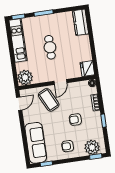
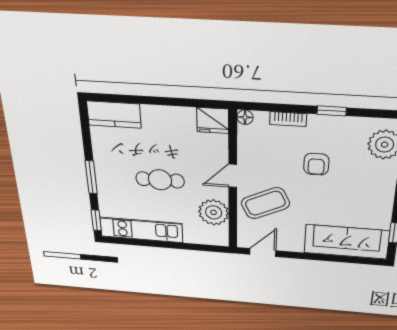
plant: (25, 77) -> (214, 212), moved
door: (60, 82) -> (233, 176), swing flipped
door: (19, 104) -> (263, 252), hinge flipped
armchair: (68, 146) -> (369, 189), removed

